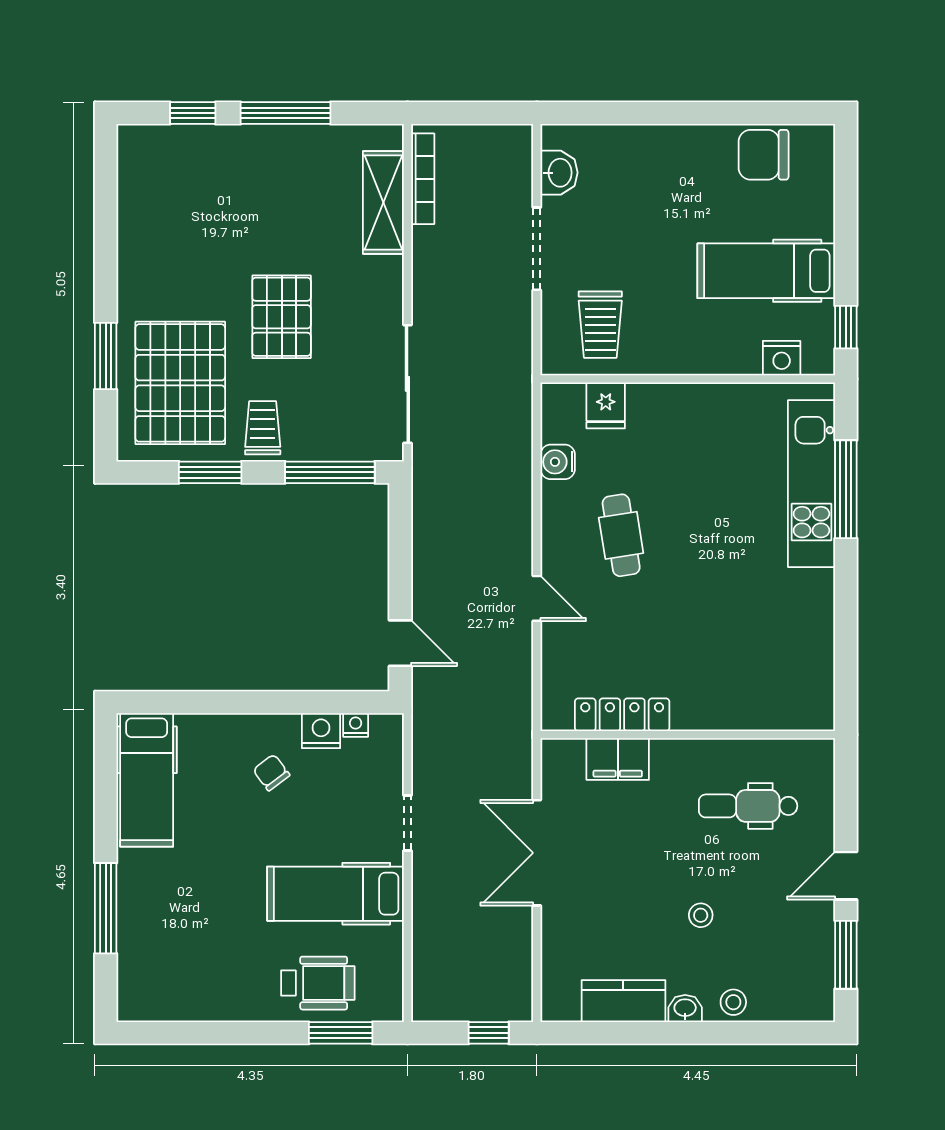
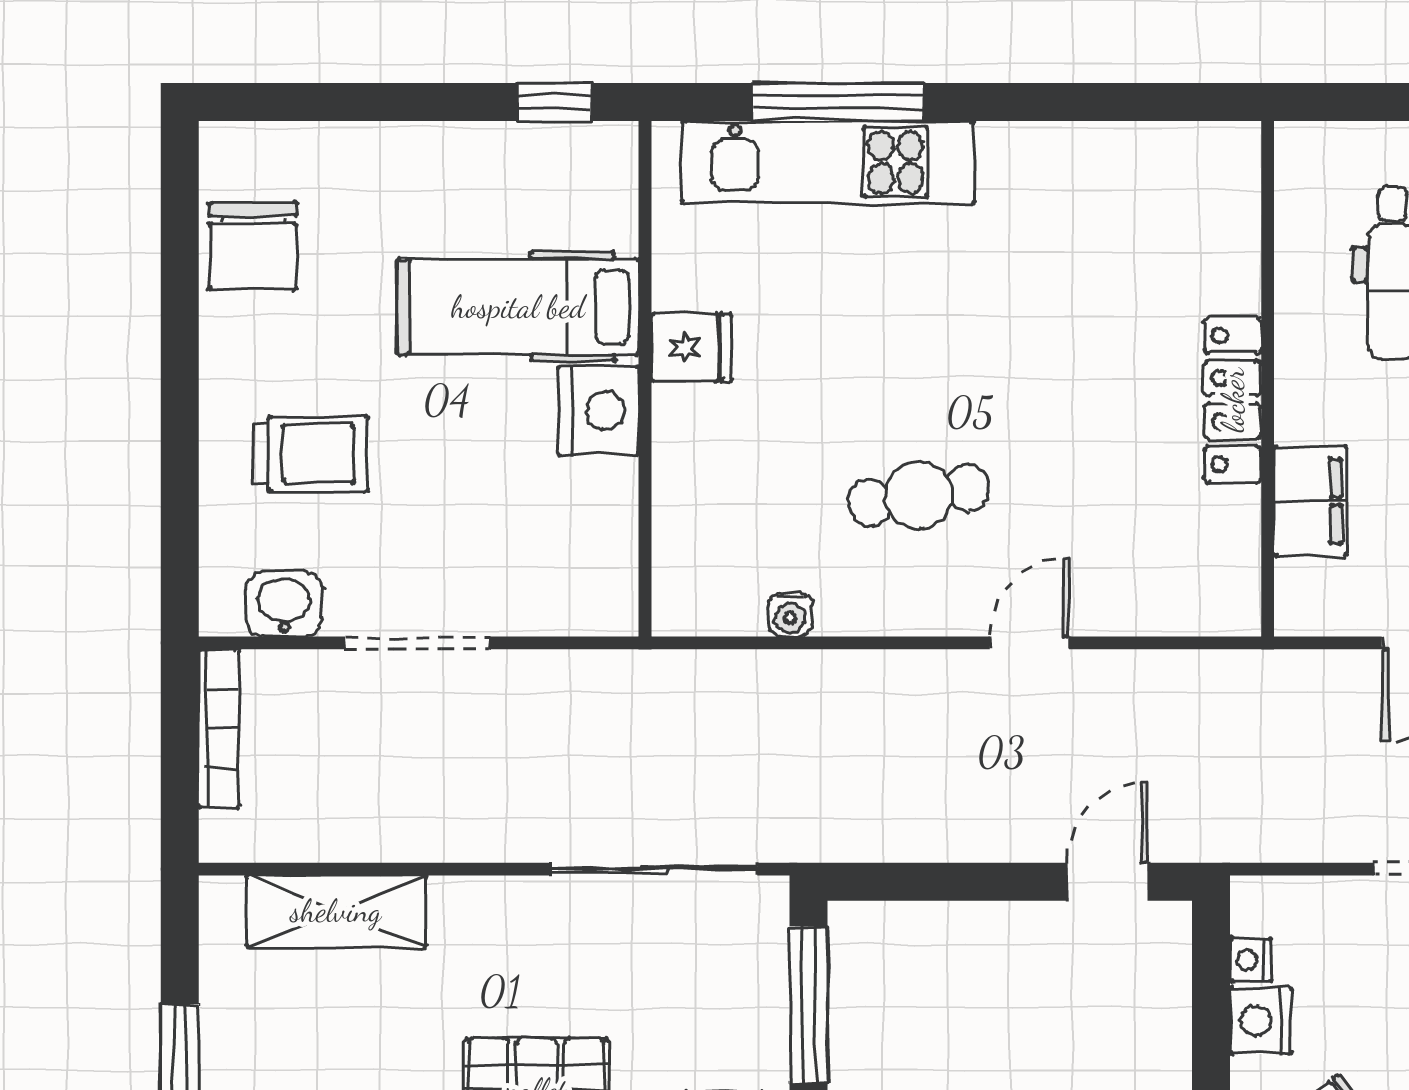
bookcase: (423, 179) -> (219, 728), moved, turned 90
hospital bed: (766, 271) -> (518, 307), moved, turned 90
trolley: (600, 325) -> (310, 454), moved
nightstand: (782, 358) -> (599, 411), moved, width x1.36, depth x1.33
fridge: (606, 405) -> (692, 348), moved
water cooler: (558, 462) -> (790, 615), width x0.72, depth x0.72
locker: (622, 715) -> (1233, 400), moved

